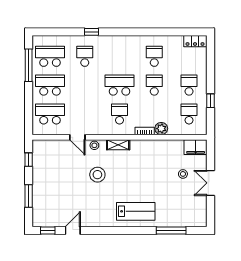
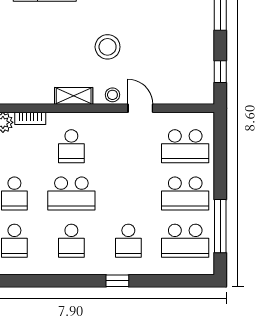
school desk: (120, 56) -> (71, 241), added

